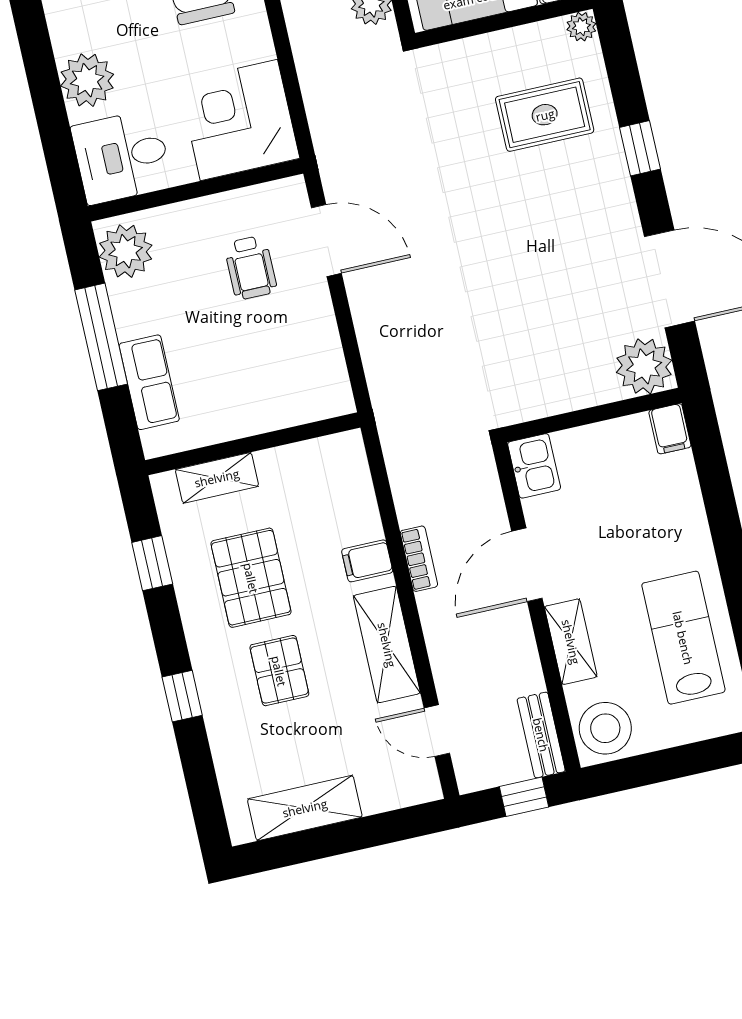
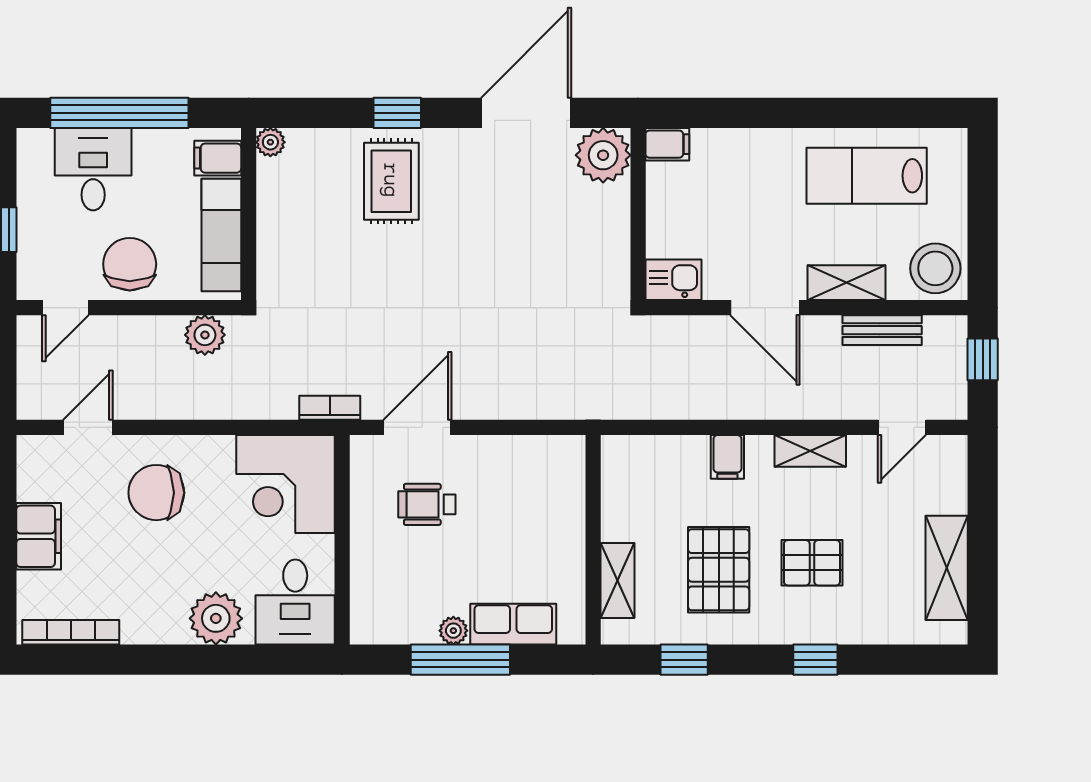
rug: (545, 115) -> (391, 181), moved
plant: (126, 251) -> (453, 631), moved, width x0.53, depth x0.53
wheelchair: (251, 268) -> (427, 504), turned 180
bookcase: (419, 559) -> (330, 408), moved
pallet: (251, 578) -> (719, 570), turned 90
shelving: (387, 645) -> (810, 451), width x0.67, depth x0.75
bench: (541, 735) -> (882, 330), moved

